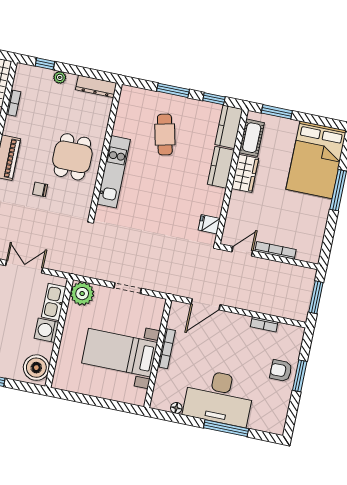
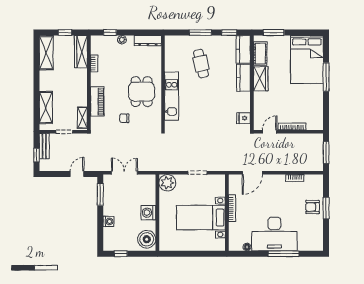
kitchen sink: (54, 302) -> (149, 192), removed

